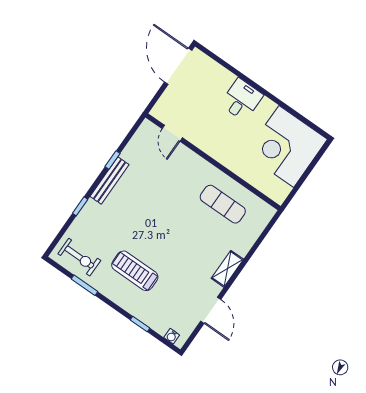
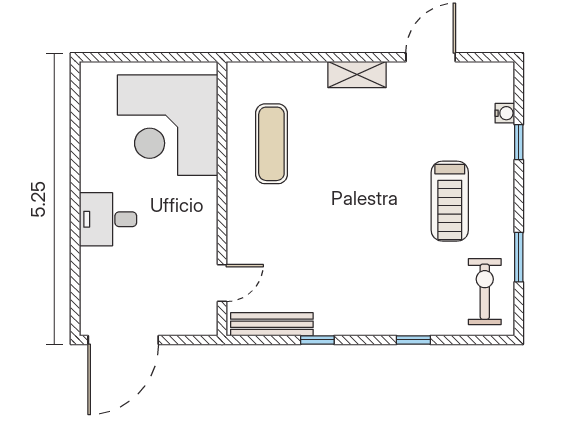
corner desk: (286, 146) -> (168, 125), moved, turned 90
bench: (110, 181) -> (272, 324), moved
water cooler: (172, 336) -> (505, 113), moved

